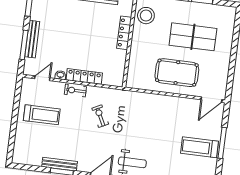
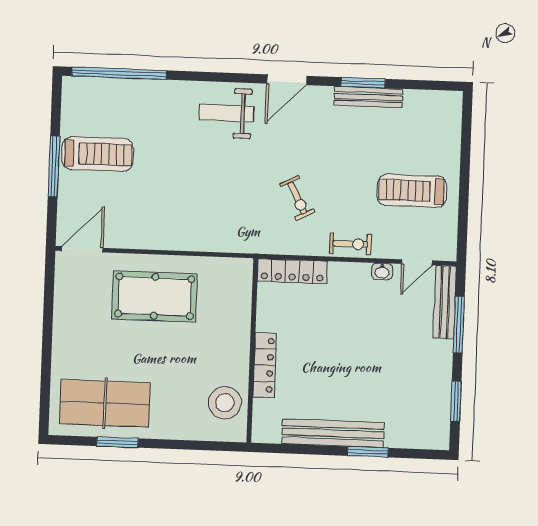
table tennis table: (193, 37) -> (105, 403), moved
bench: (32, 39) -> (445, 302), moved
locker: (84, 76) -> (292, 271), moved

